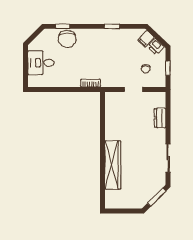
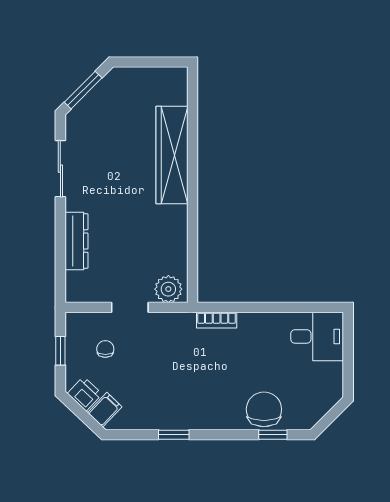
desk: (41, 63) -> (317, 336), moved
plant: (115, 99) -> (168, 289), added
dresser: (160, 118) -> (76, 241), width x1.44

